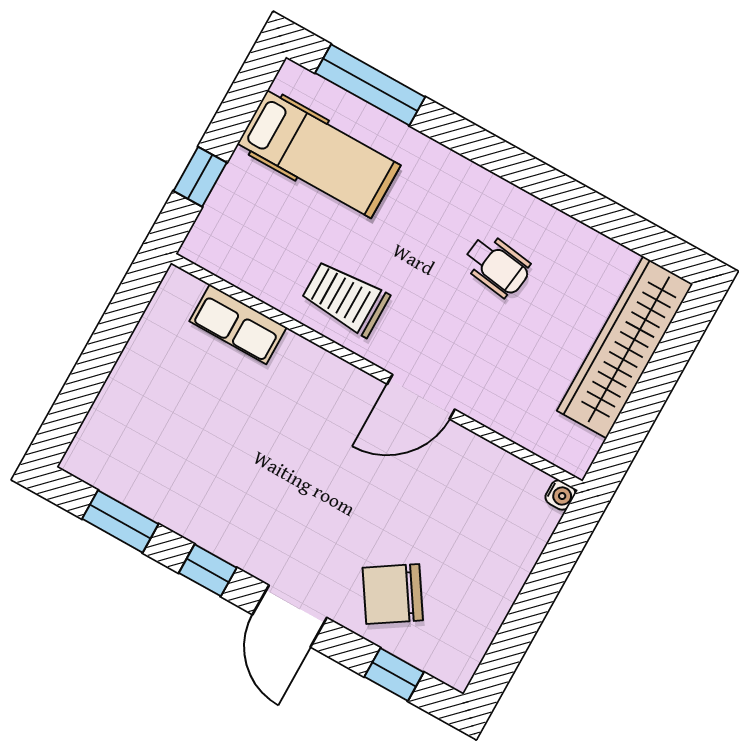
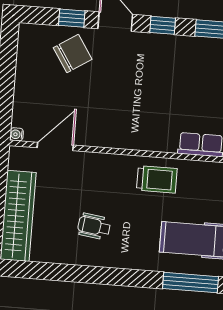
door: (421, 397) -> (55, 146), moved
window: (394, 674) -> (72, 18), moved

